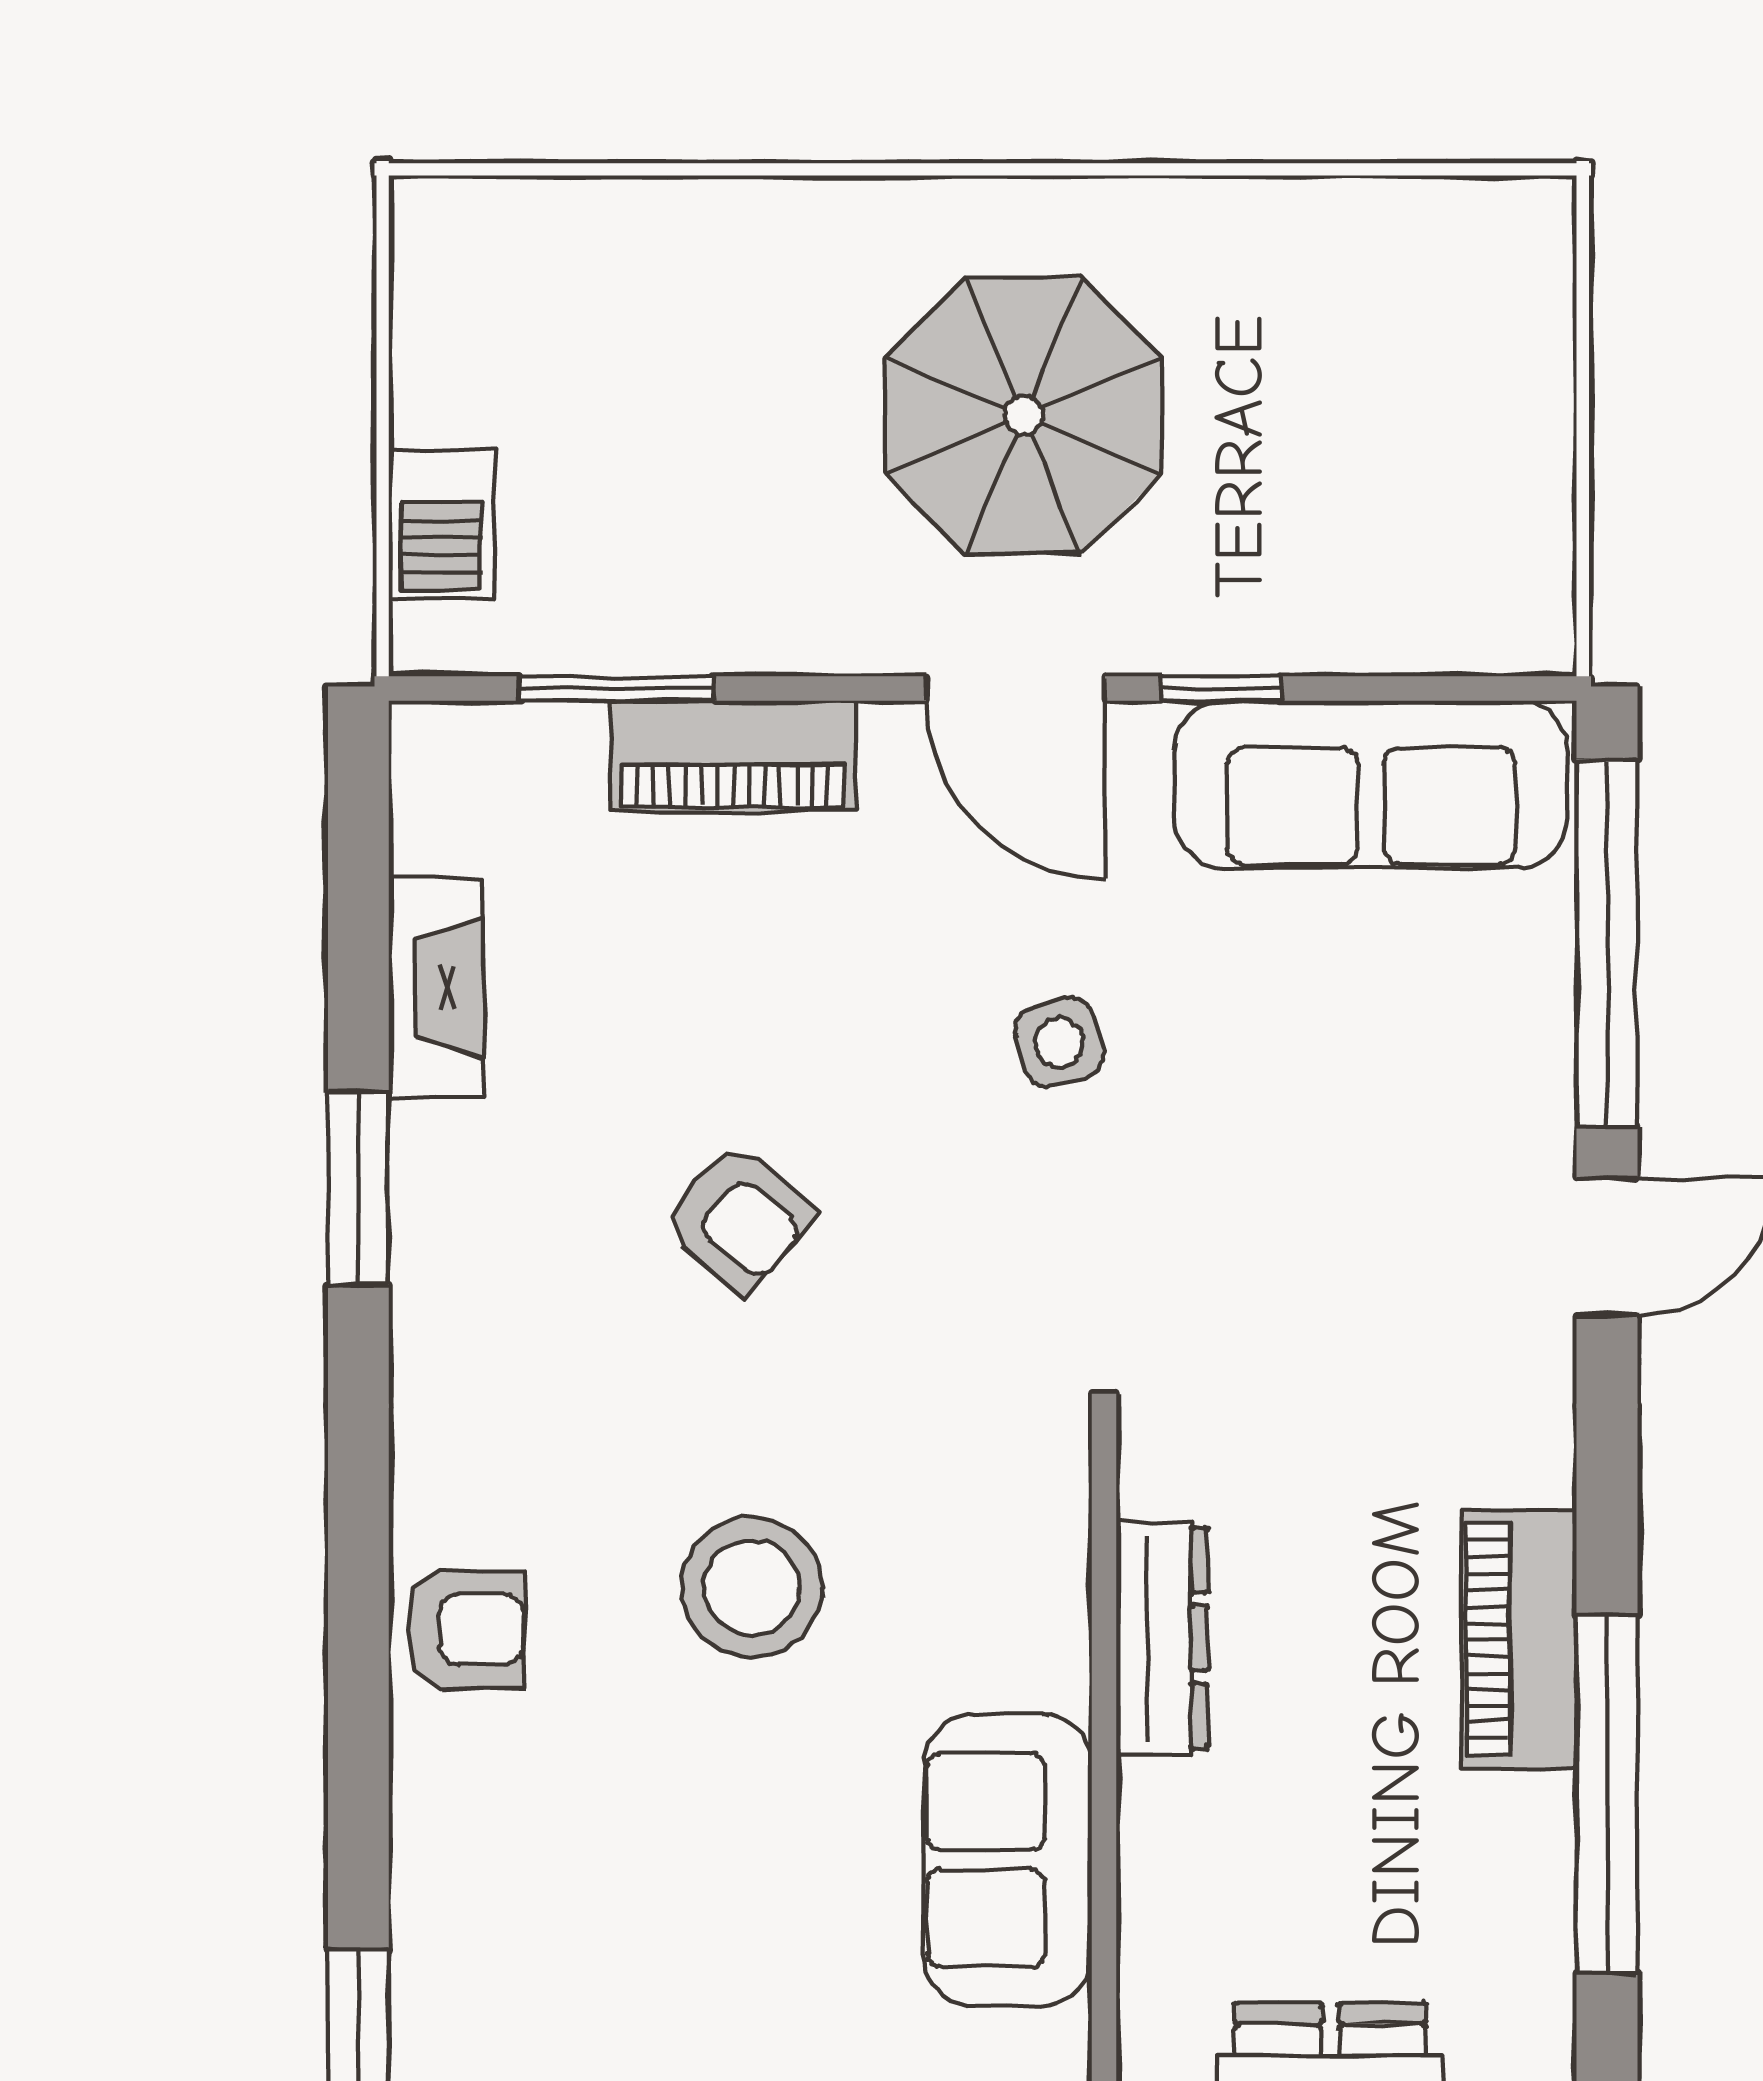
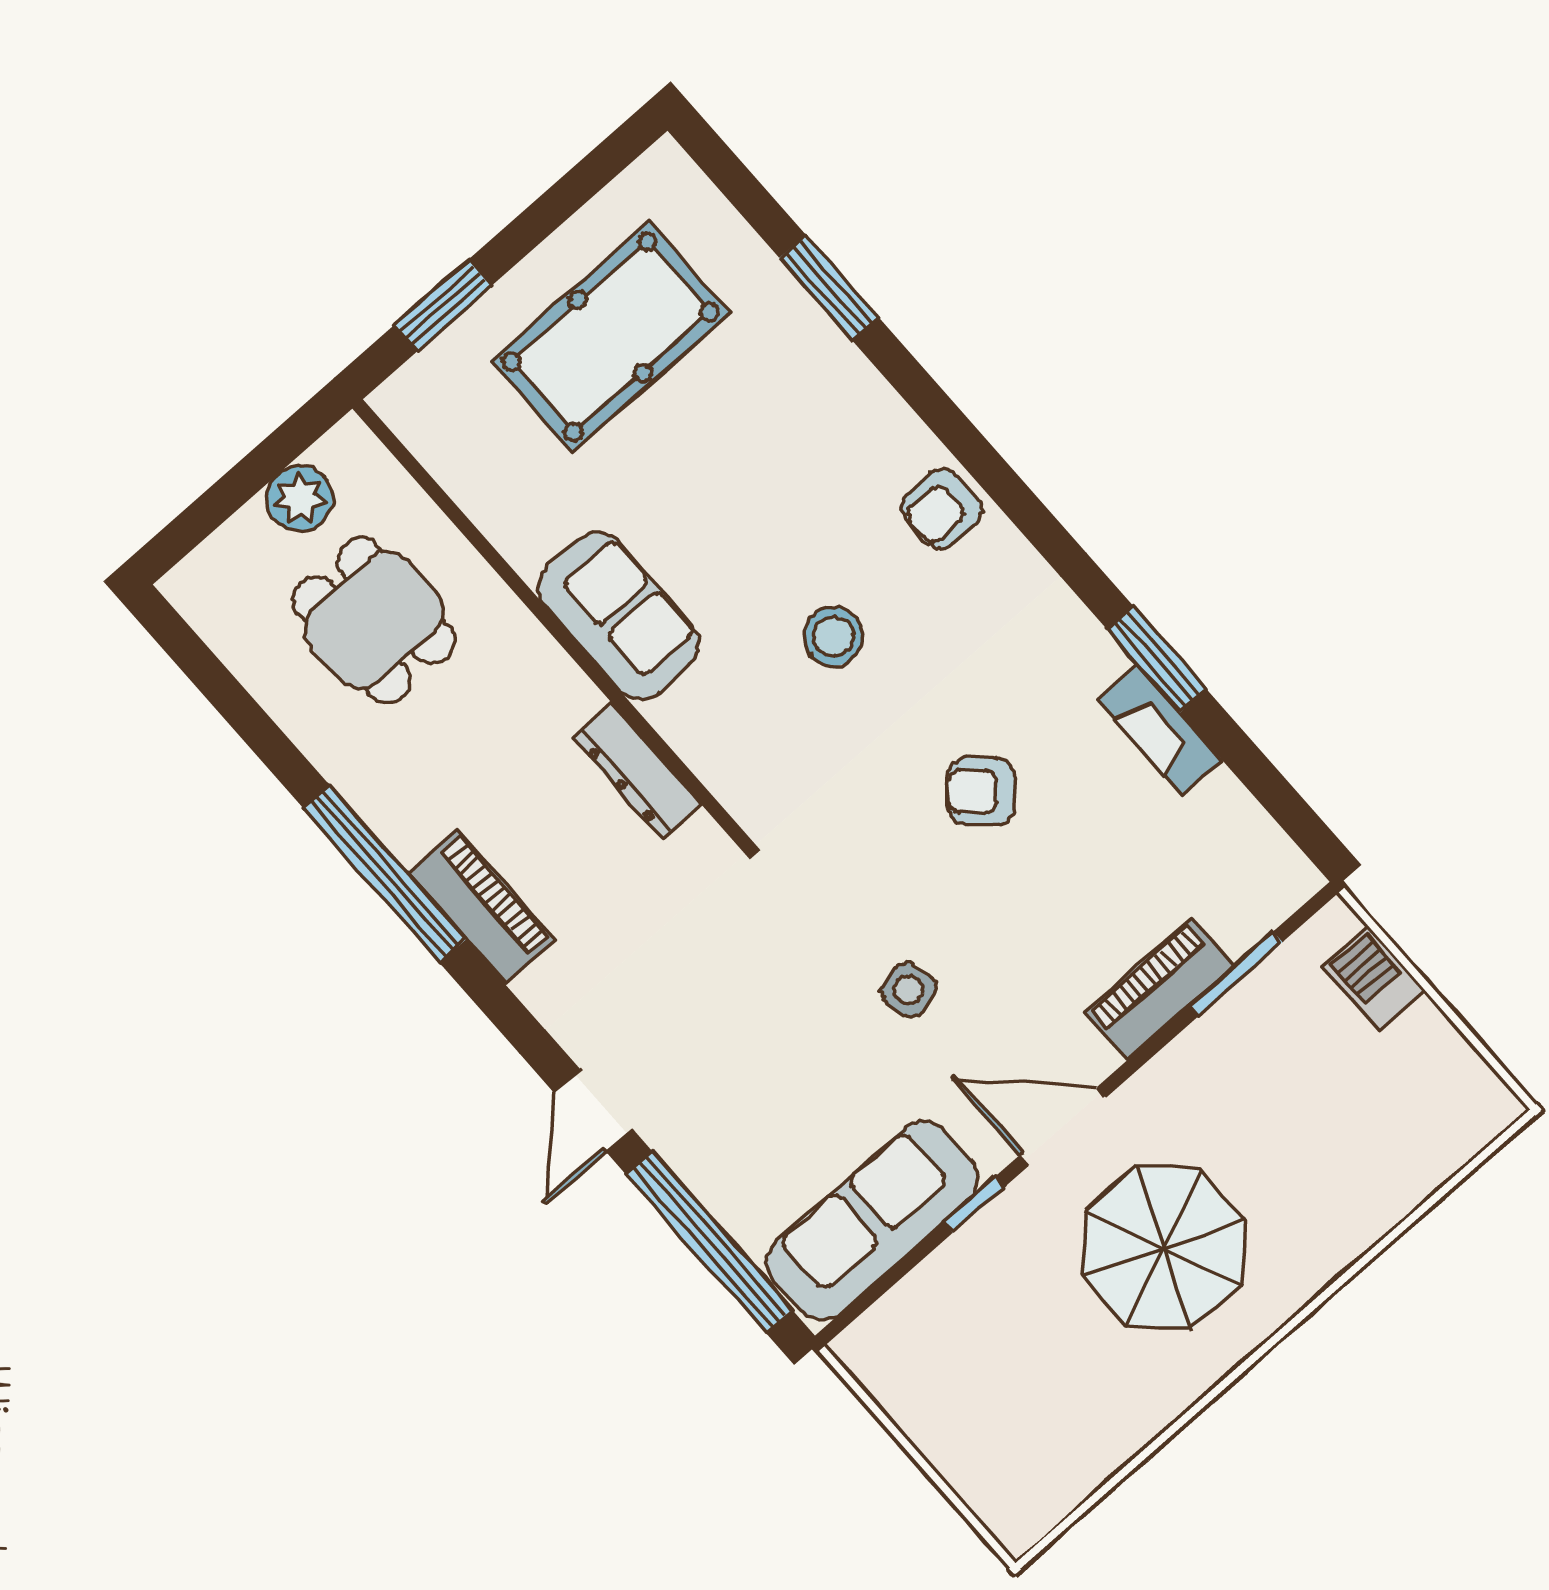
fireplace: (436, 988) -> (1159, 730), moved
stool: (752, 1587) -> (834, 636), width x0.73, depth x0.73

